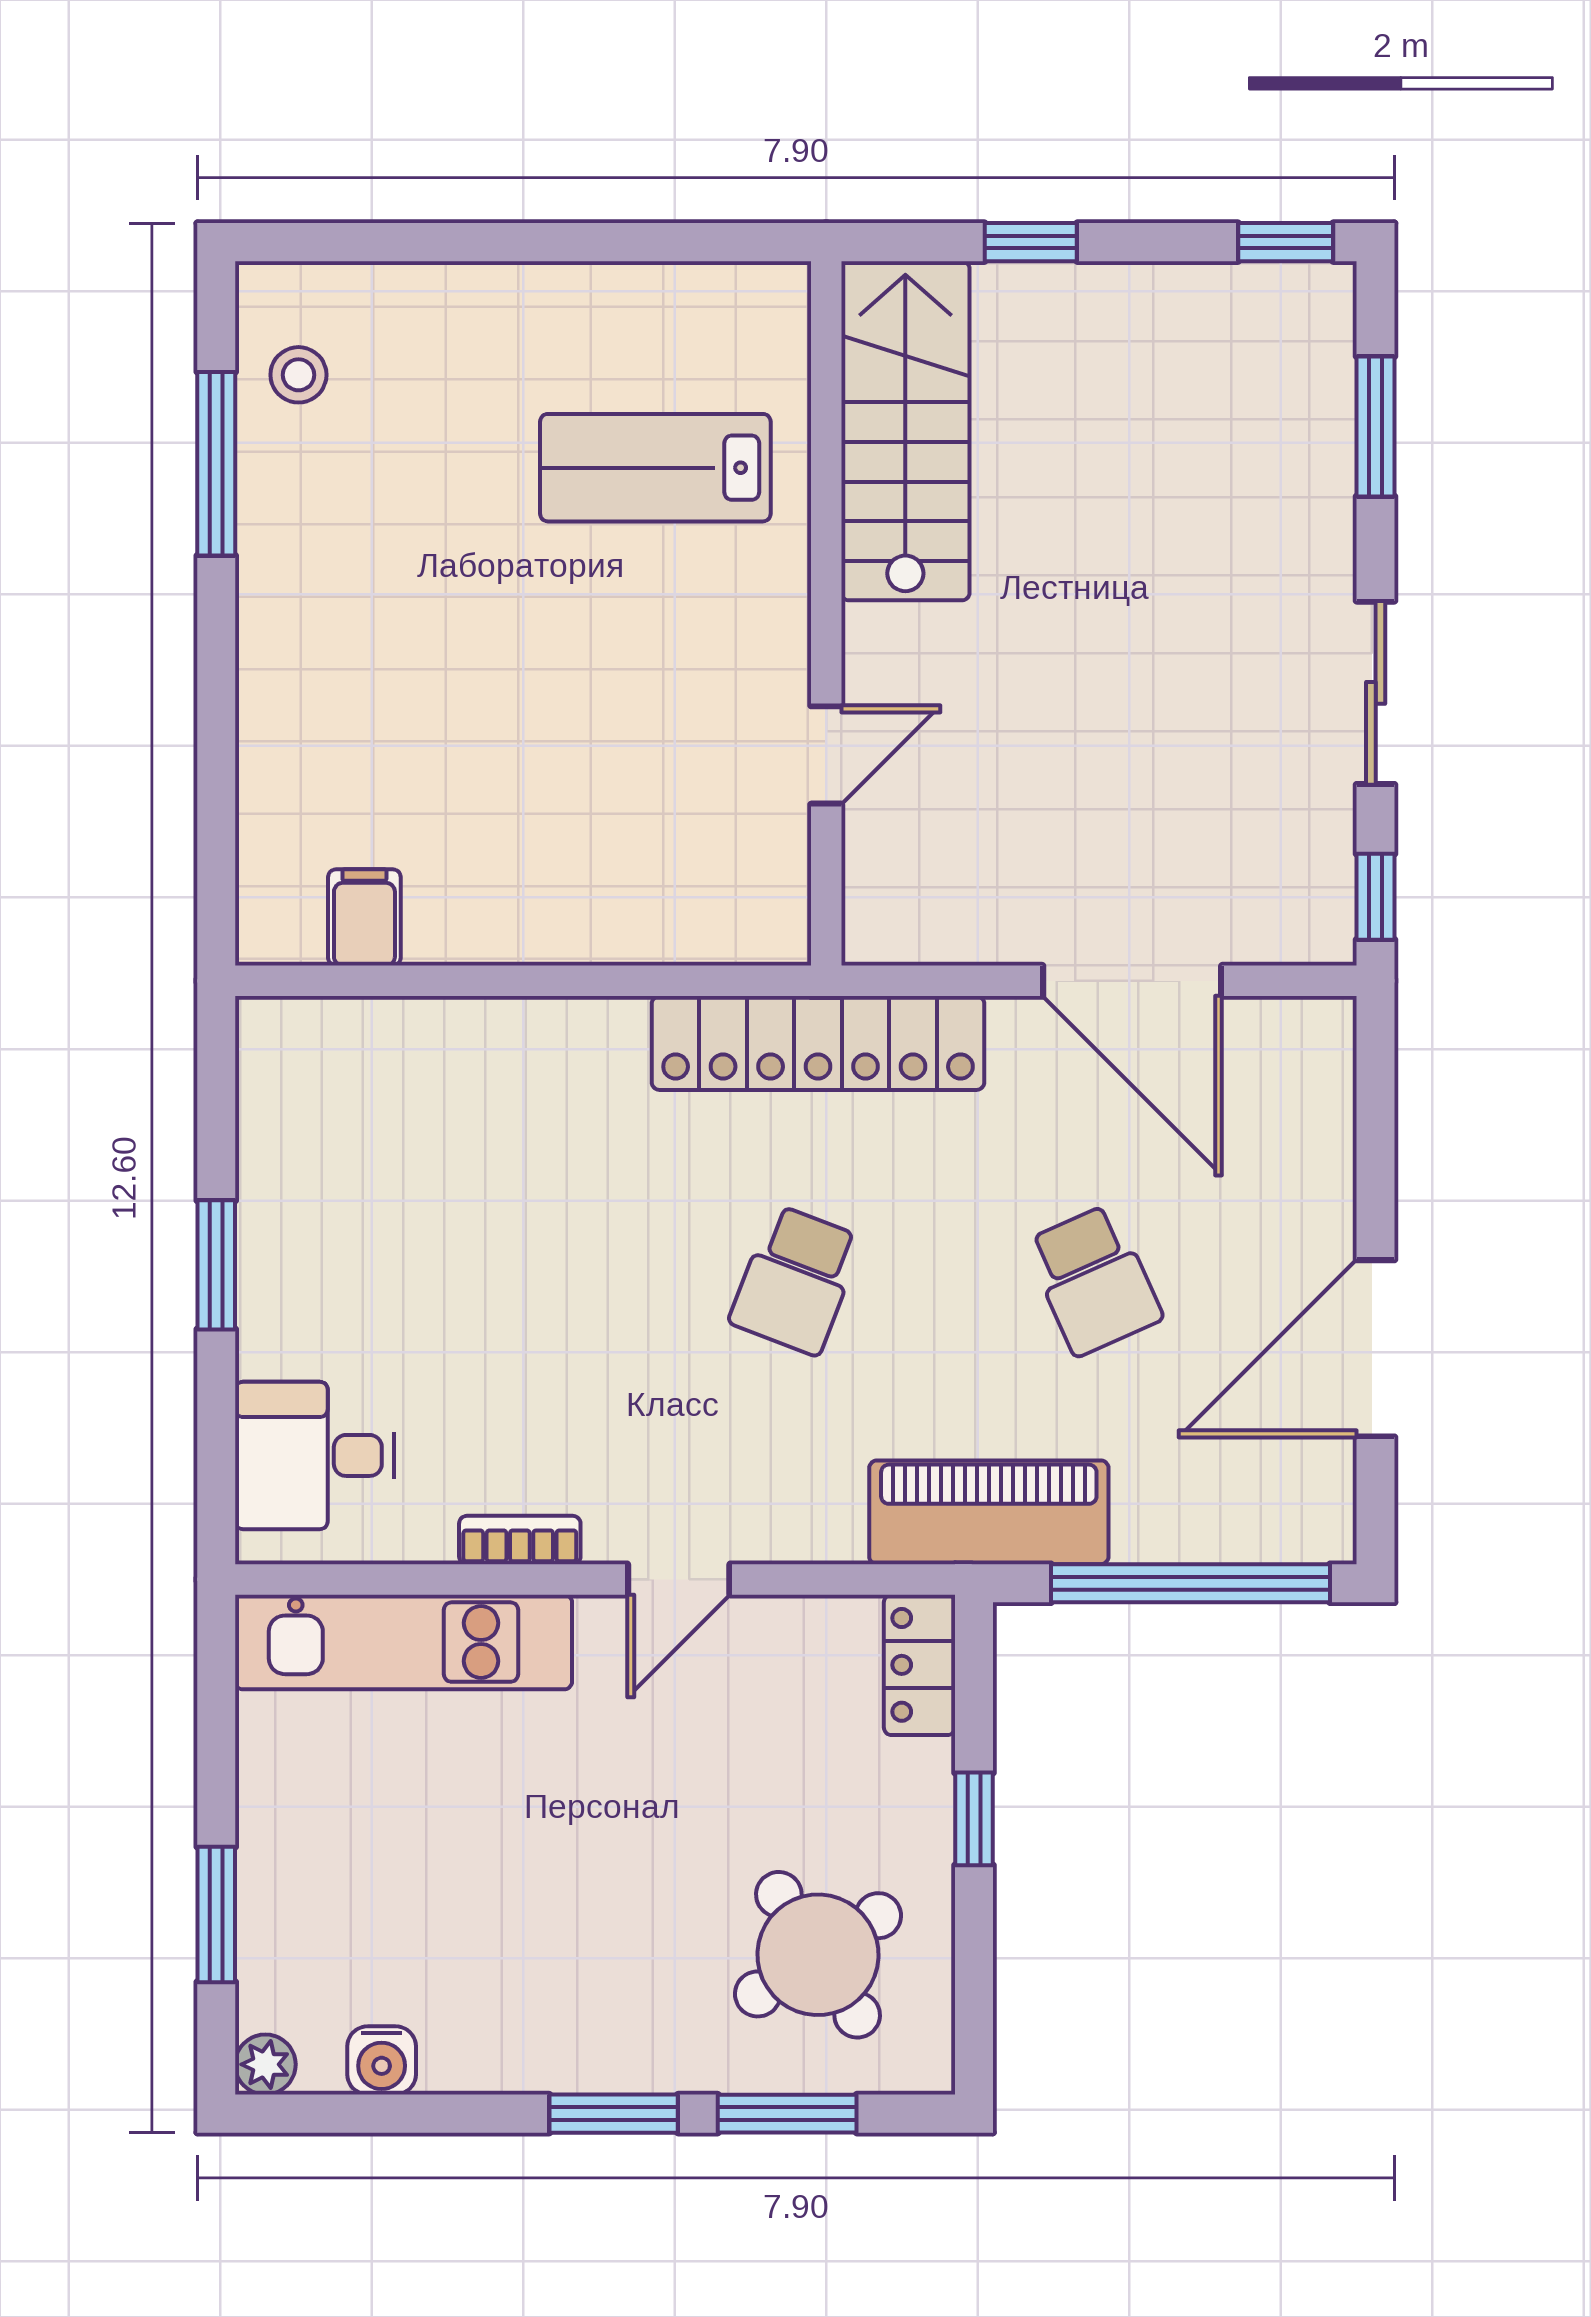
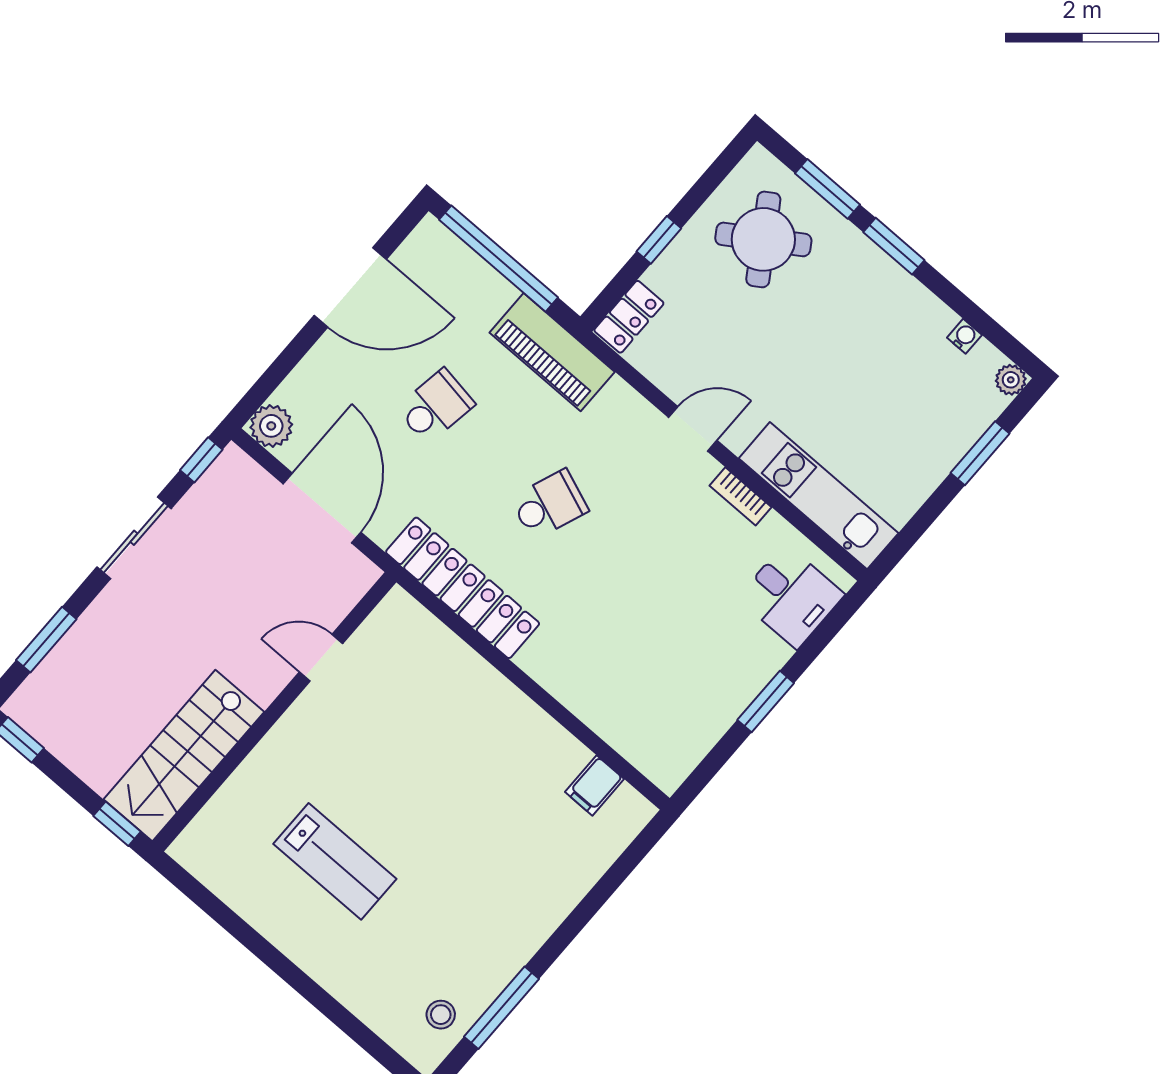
stairs: (905, 431) -> (184, 756), moved
wall: (826, 613) -> (274, 712), moved
door: (826, 755) -> (321, 658), moved
plant: (1314, 1038) -> (271, 426), added
school desk: (1094, 1280) -> (435, 406), turned 33
water cooler: (382, 2060) -> (964, 336), width x0.72, depth x0.72

